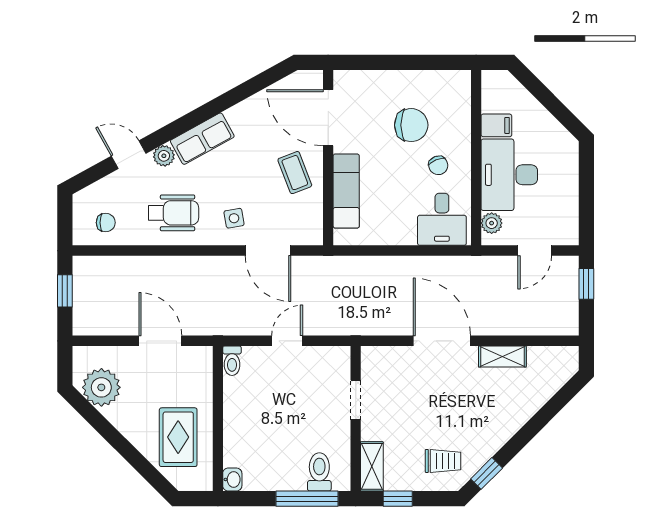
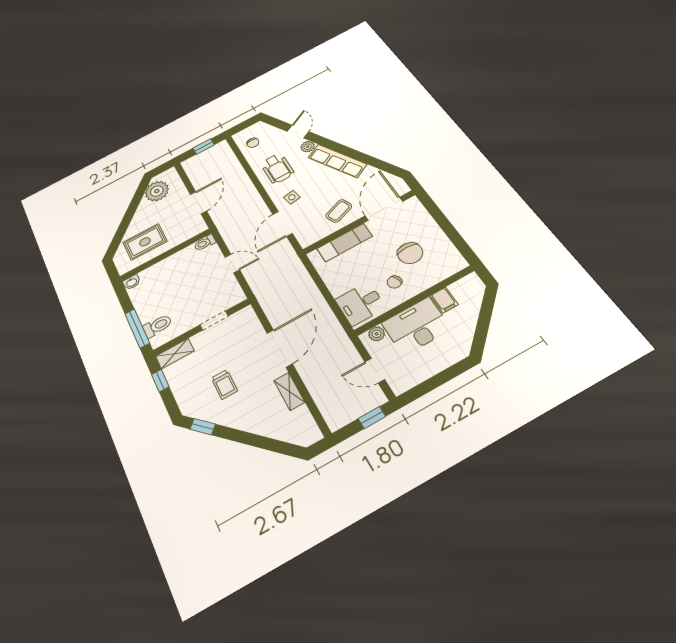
row of seats: (202, 139) -> (337, 161), width x1.48
trolley: (443, 461) -> (224, 384), moved

